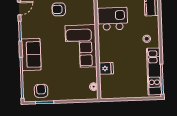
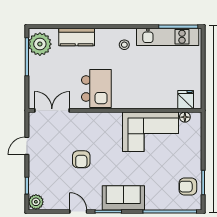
kitchen island: (113, 19) -> (96, 88), turned 180
corner sofa: (81, 46) -> (151, 132), moved
sofa: (31, 55) -> (123, 198), moved
fridge: (106, 68) -> (186, 100), moved

